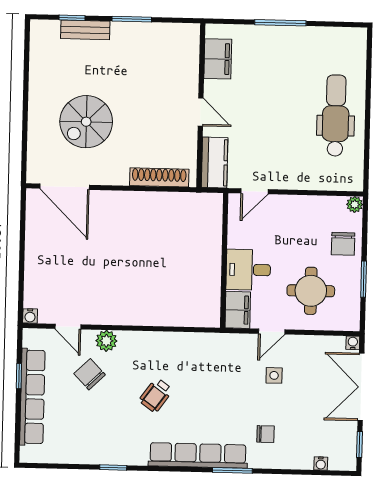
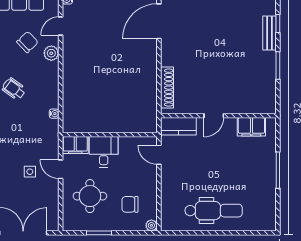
spiral stairs: (86, 122) -> (205, 35), removed
chair: (343, 244) -> (130, 204), moved
water cooler: (353, 343) -> (54, 114), moved

